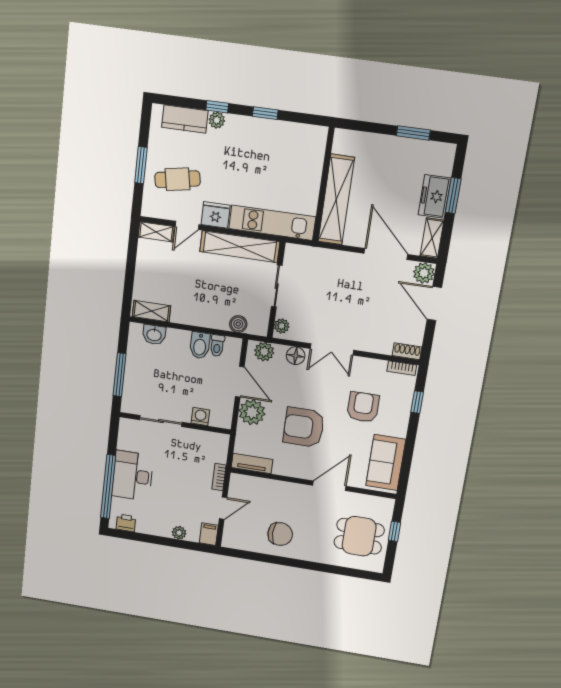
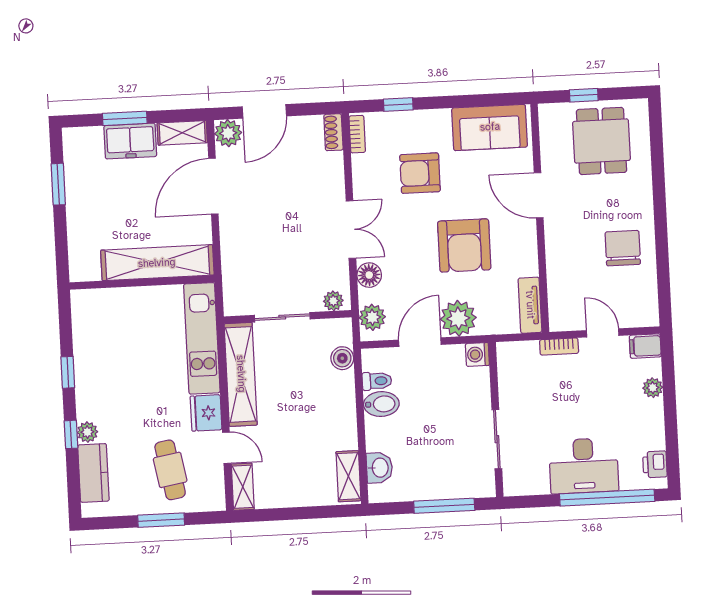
washing machine: (200, 416) -> (477, 354), moved

